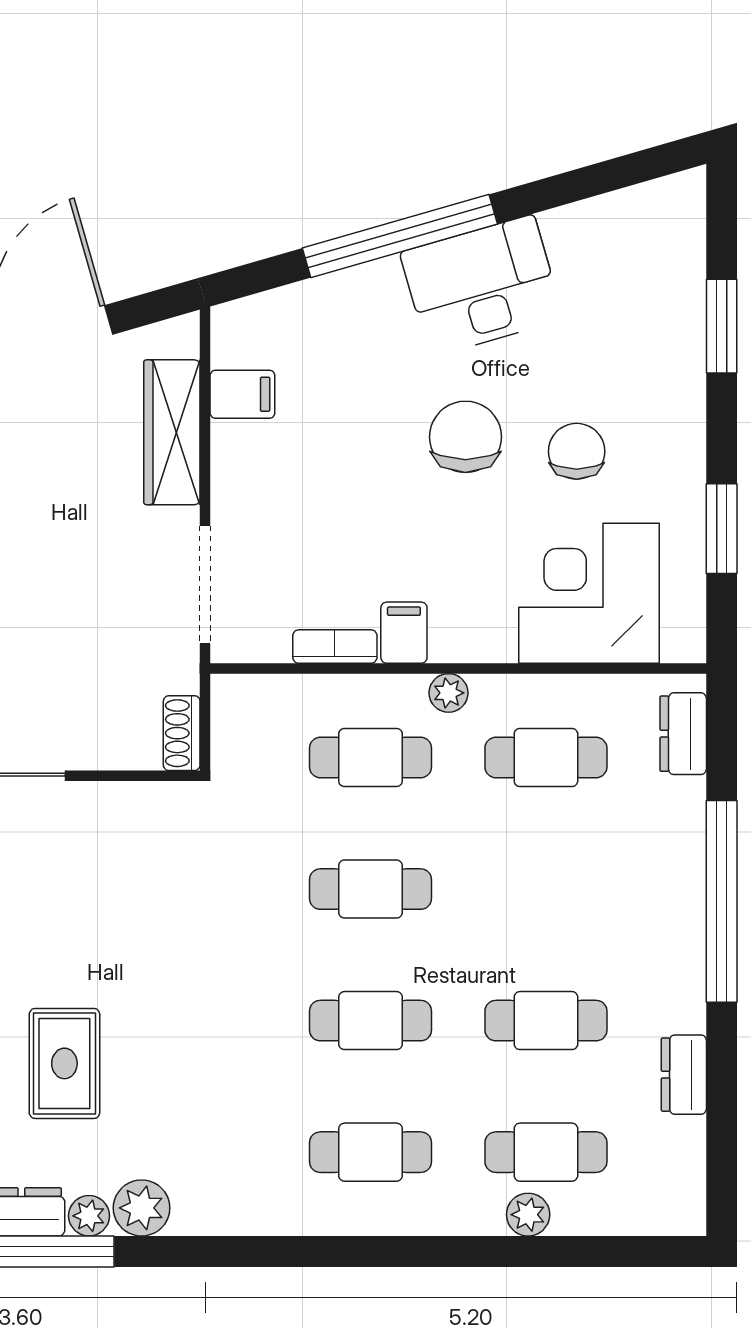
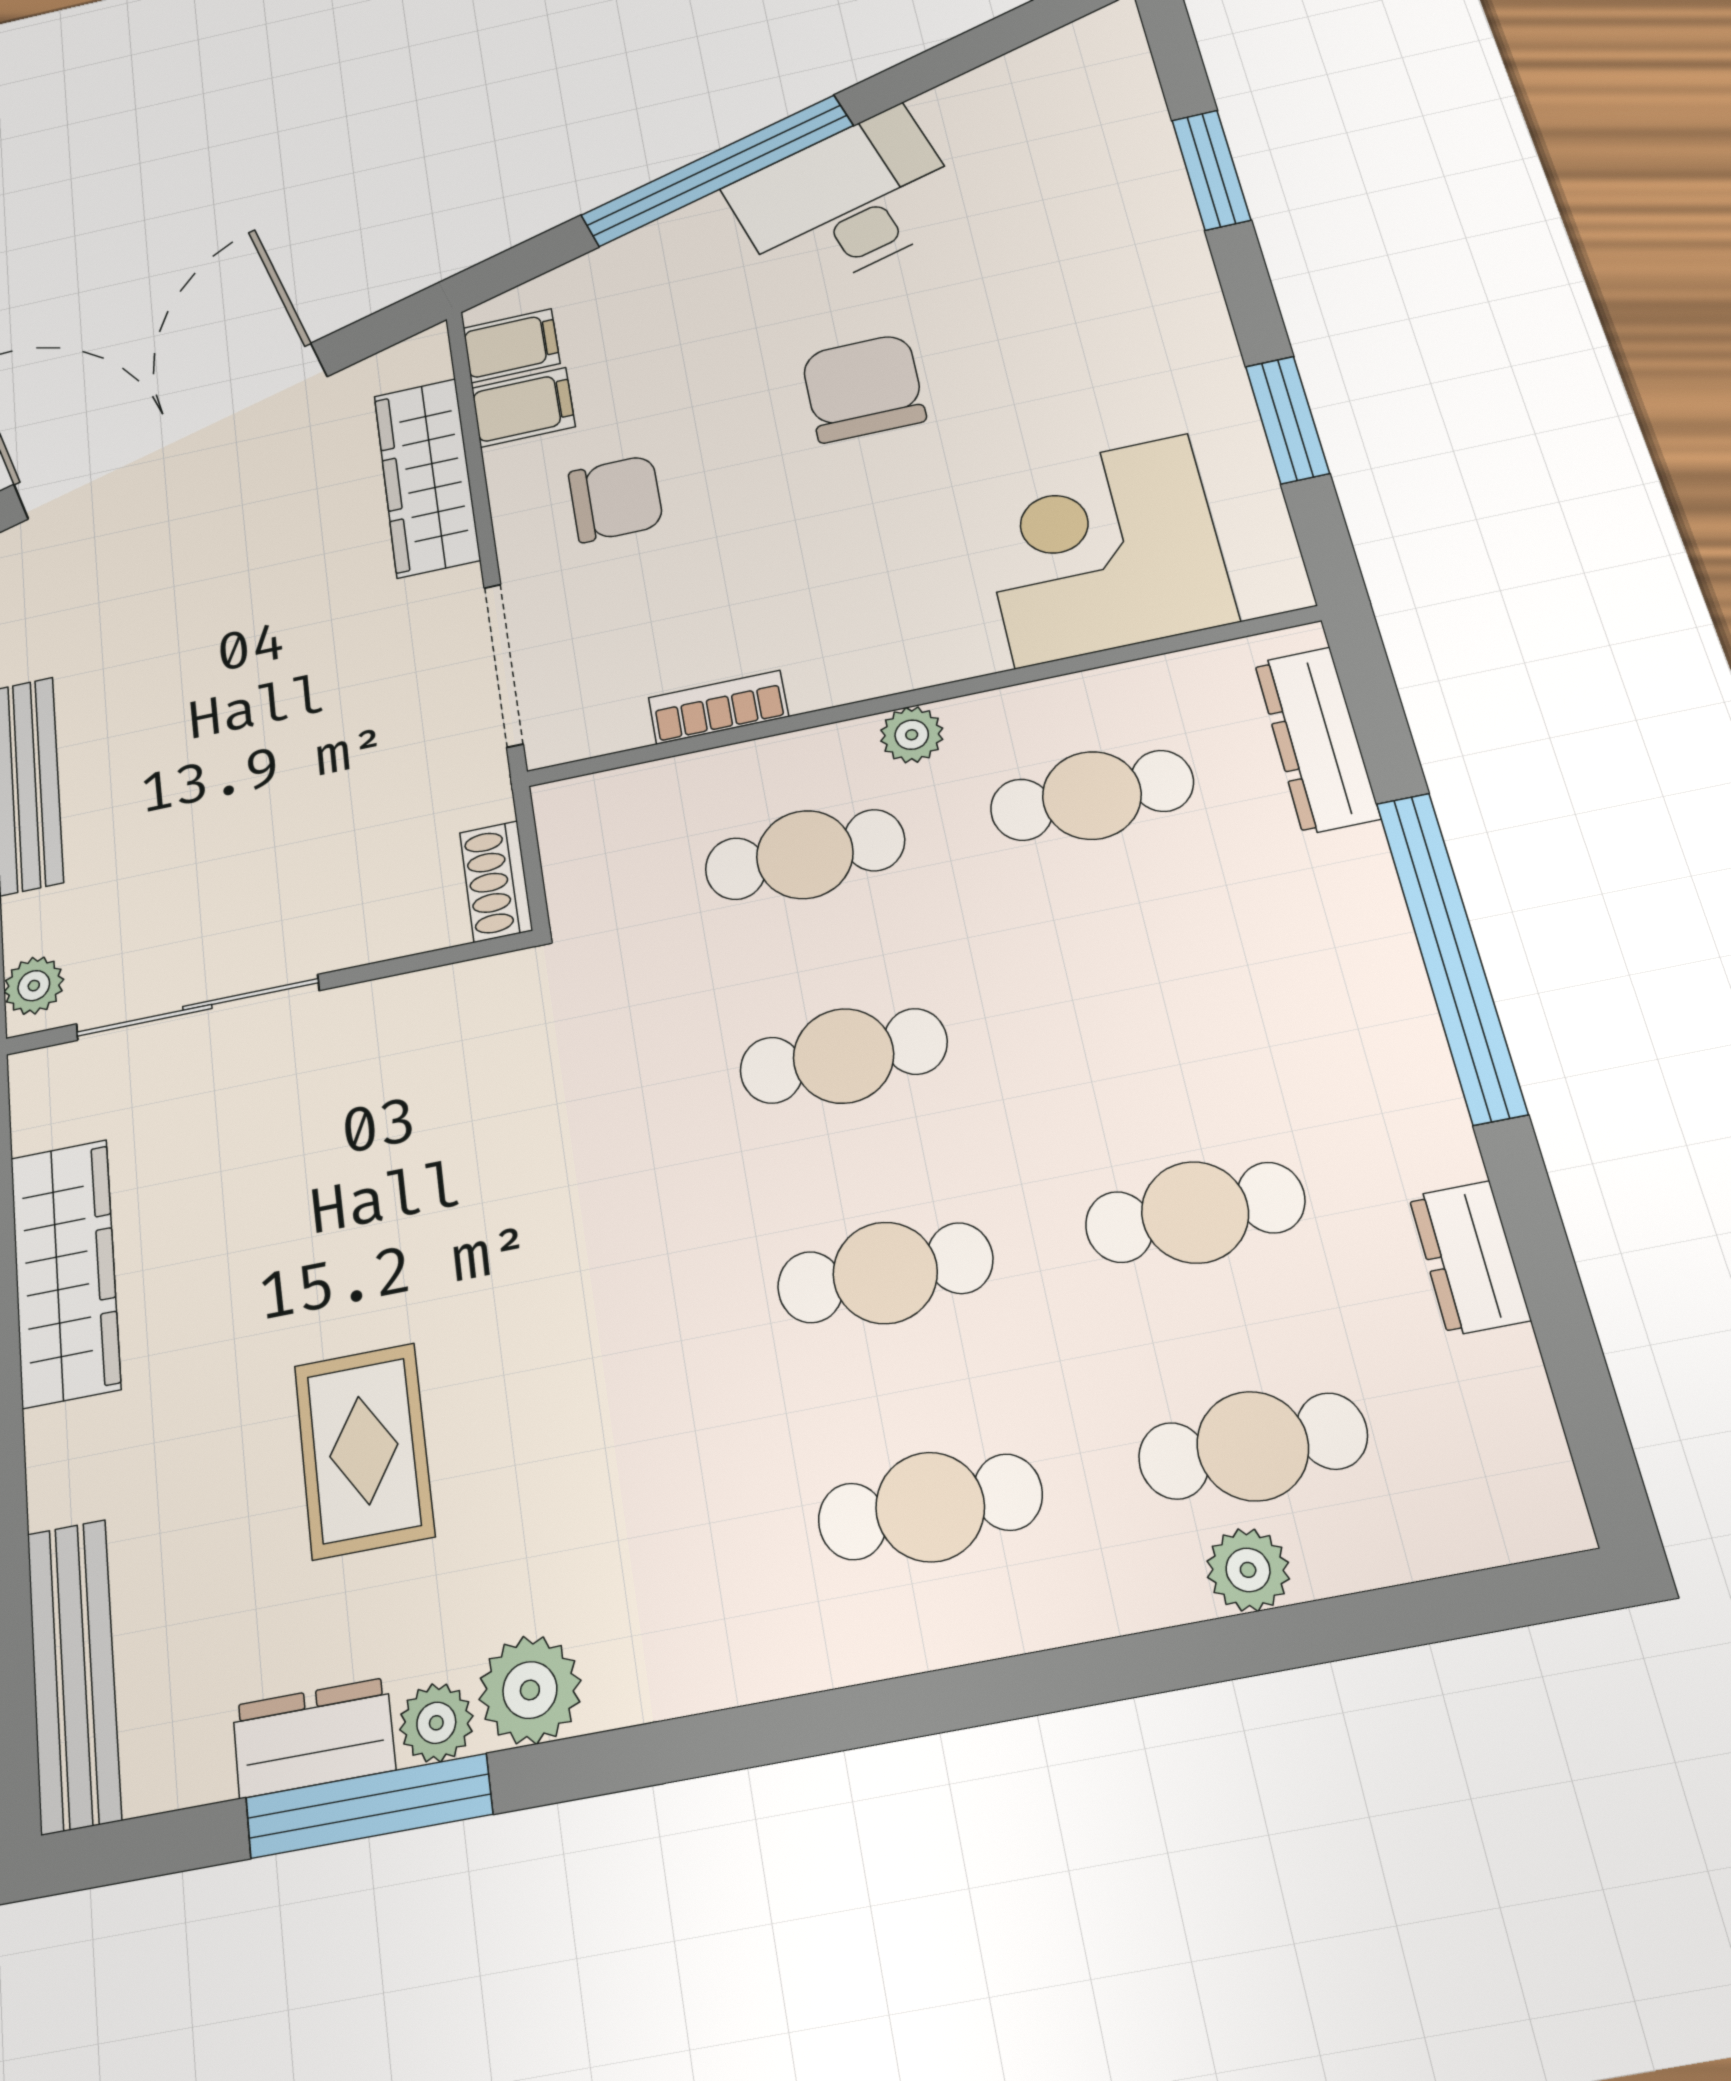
chair: (577, 451) -> (616, 499), moved, turned 90
filing cabinet: (404, 633) -> (511, 346), moved, turned 90
dresser: (683, 734) -> (1317, 740), width x1.44

